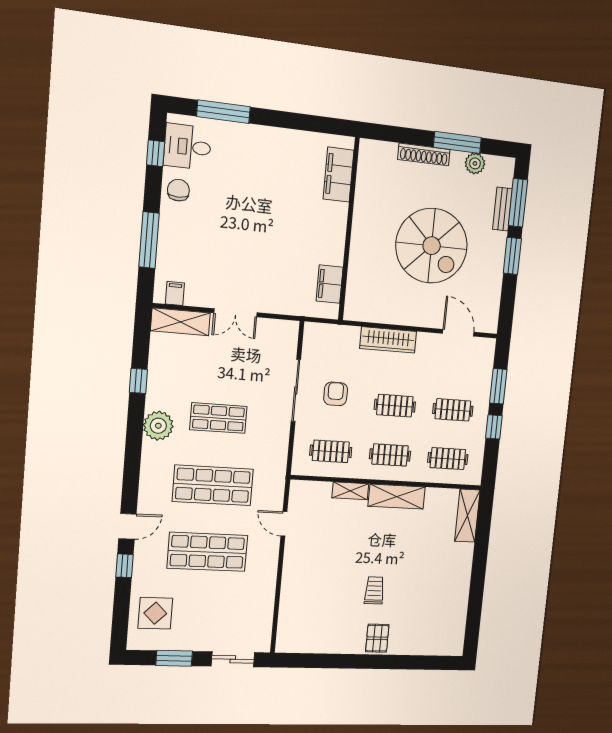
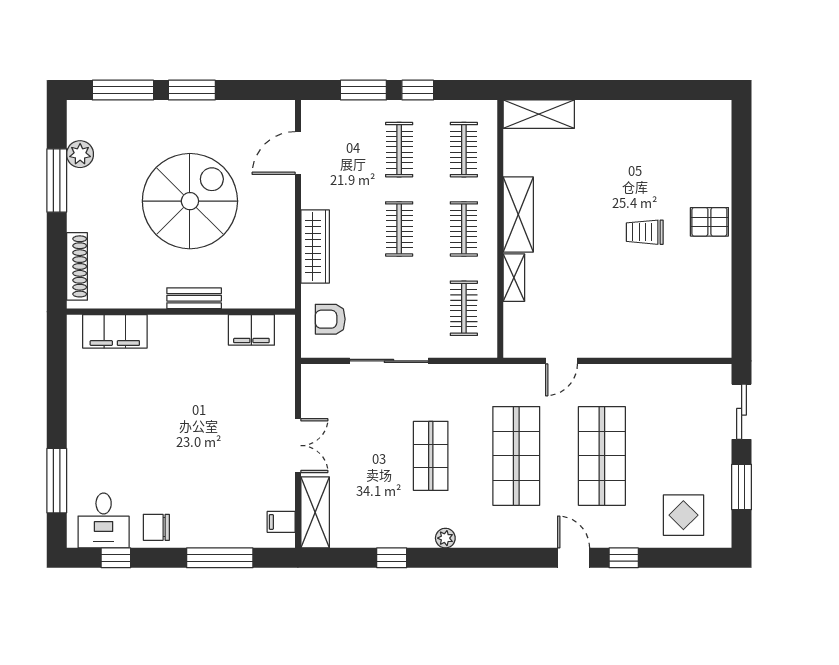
shoe rack: (424, 154) -> (77, 266), moved
bench: (503, 209) -> (194, 298), moved
armchair: (336, 394) -> (330, 319), moved
plant: (158, 426) -> (445, 538), width x0.53, depth x0.53

